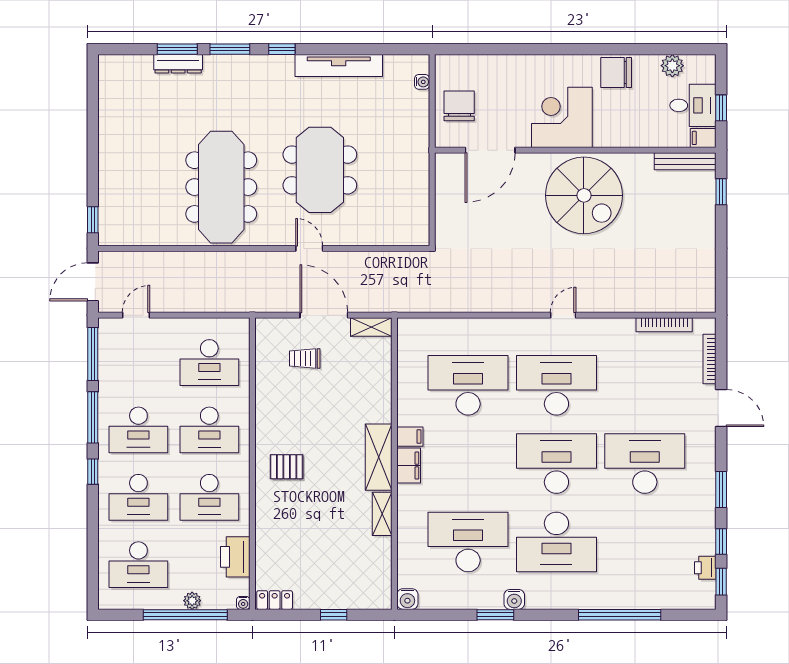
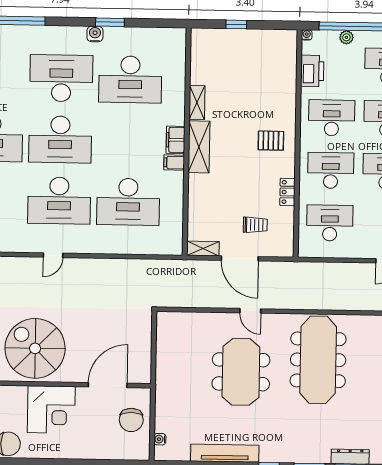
water cooler: (407, 599) -> (178, 36), removed
locker: (275, 600) -> (287, 192), moved, turned 90

